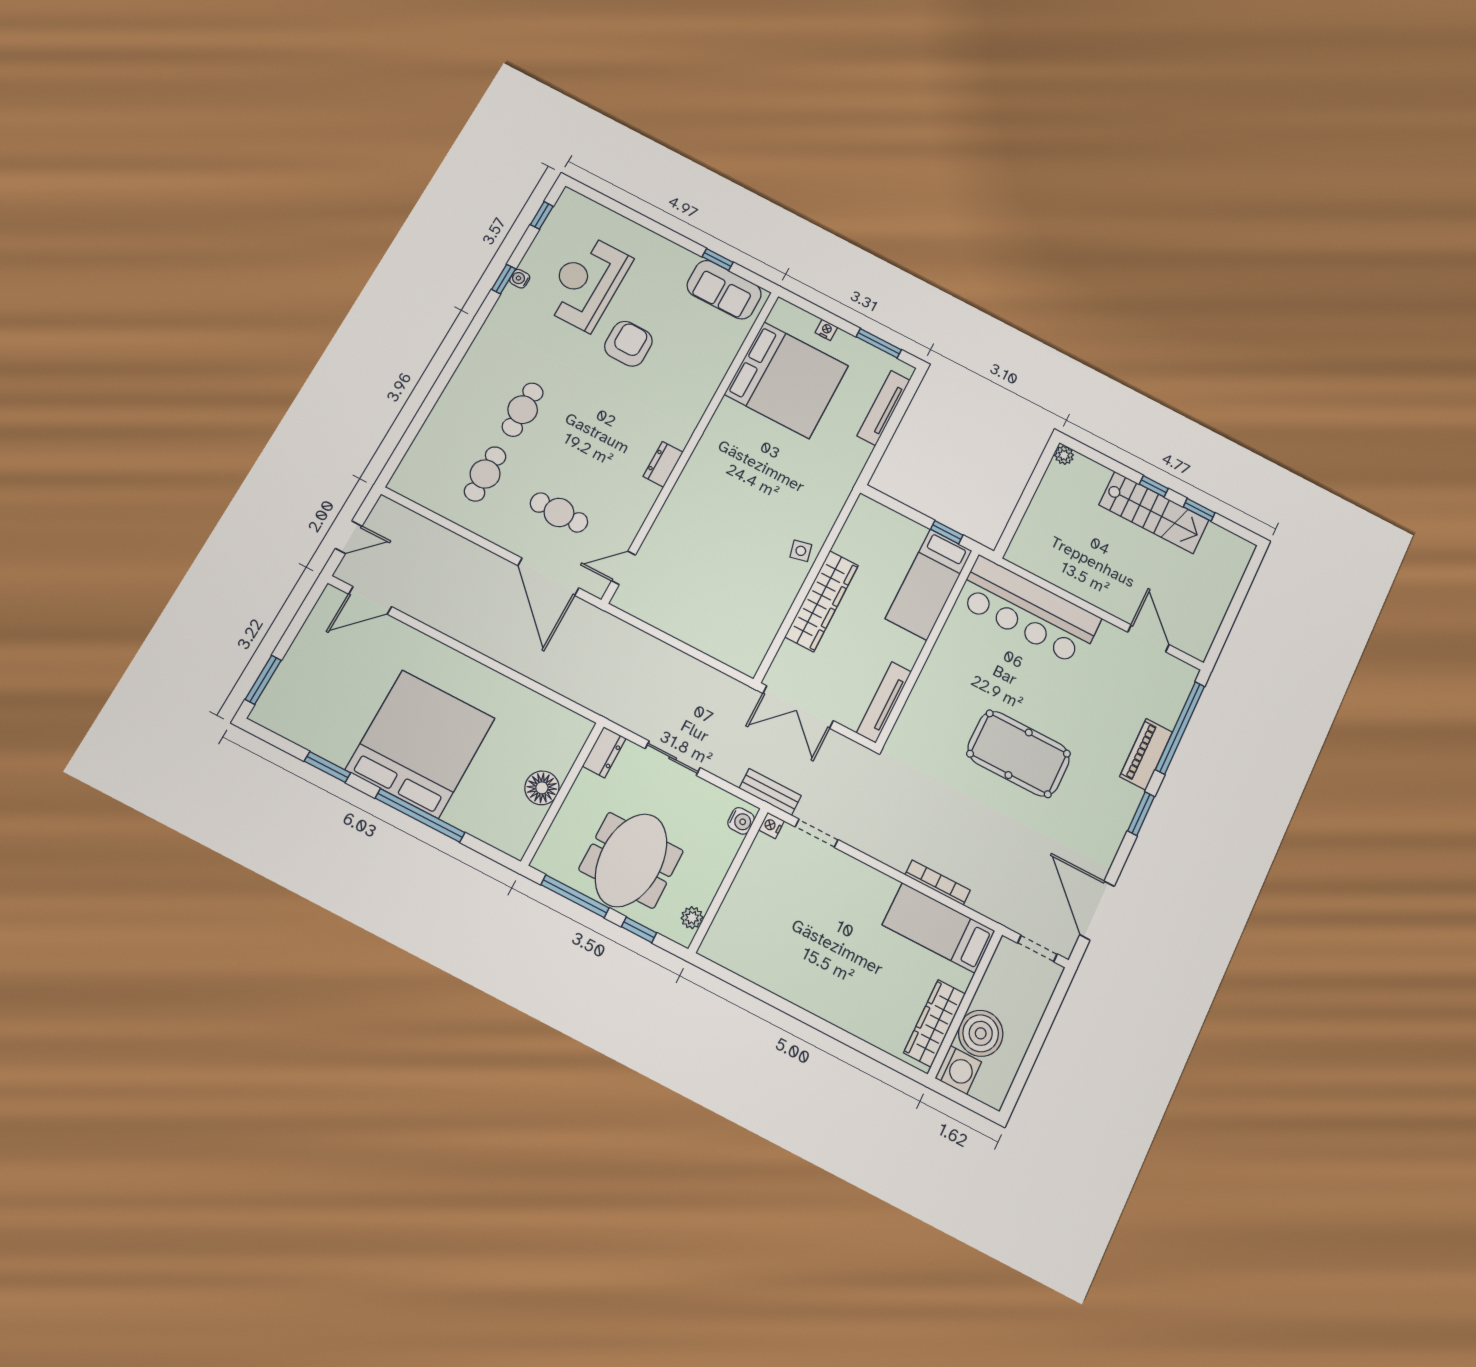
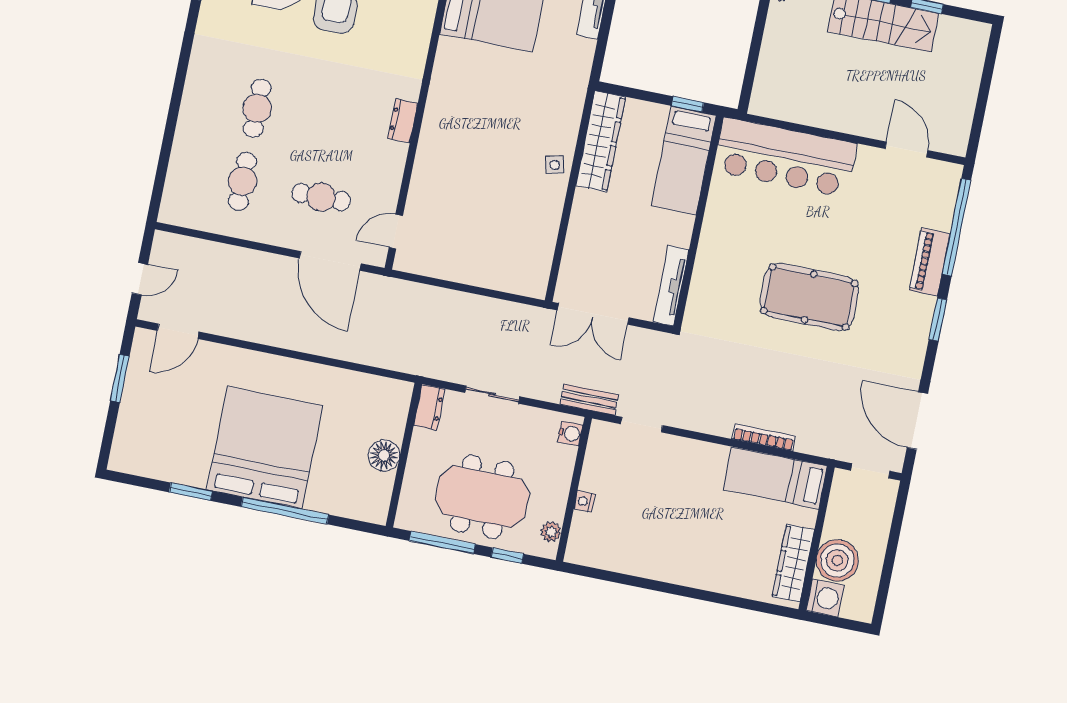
wardrobe: (822, 601) -> (601, 141), moved
window: (263, 680) -> (120, 378), moved
nightstand: (771, 825) -> (584, 501), moved
meeting table: (631, 860) -> (482, 497), turned 90

